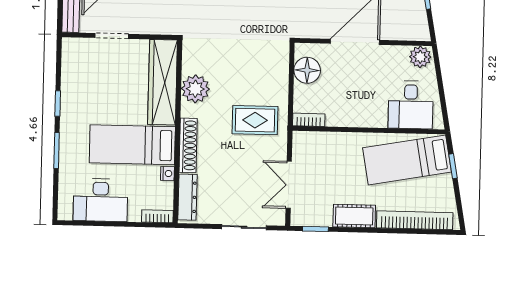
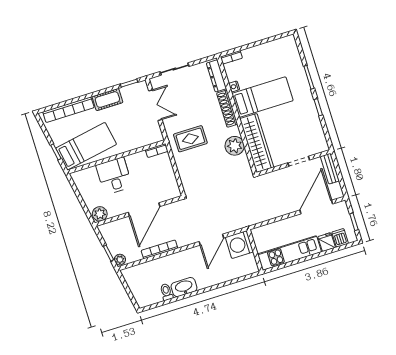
floor lamp: (307, 70) -> (168, 181), removed
desk: (411, 105) -> (114, 176), moved
desk: (100, 200) -> (271, 55), removed

